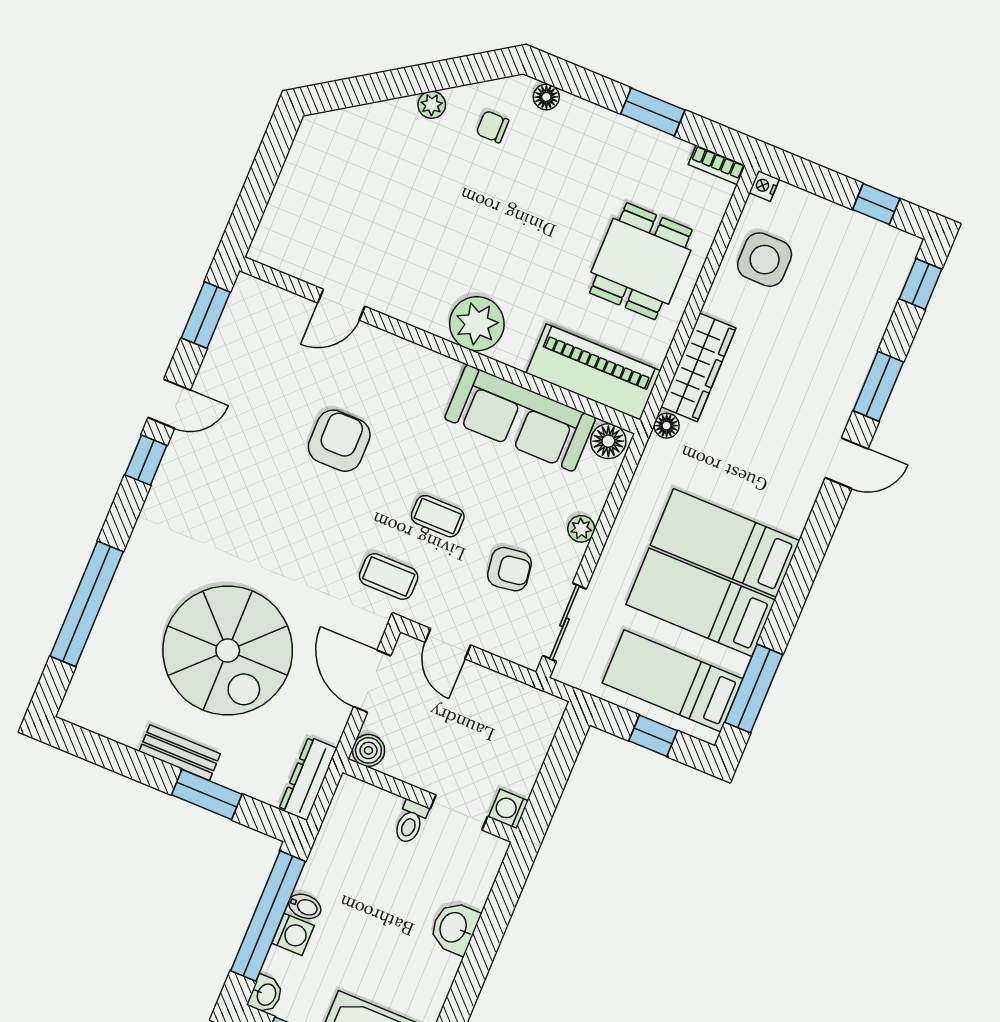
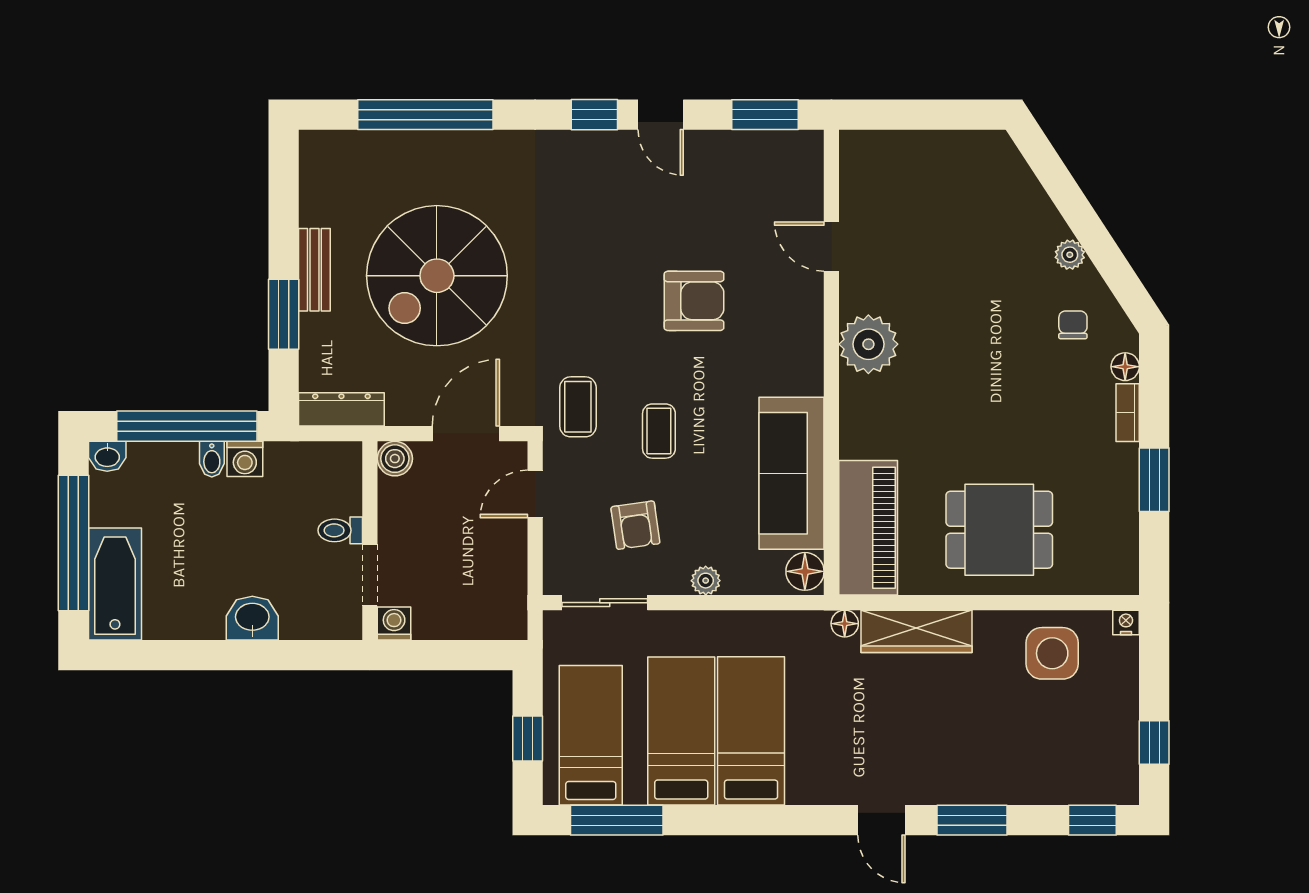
bookcase: (717, 165) -> (1128, 413), moved
plant: (477, 324) -> (868, 344), moved
washing machine: (293, 934) -> (245, 459), moved

